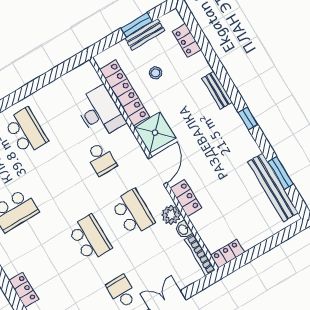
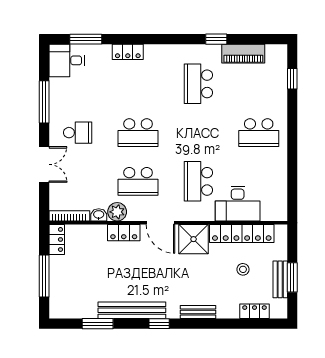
school desk: (101, 159) -> (198, 181), width x1.85
bench: (273, 187) -> (132, 310), moved
window: (267, 246) -> (44, 276), added

